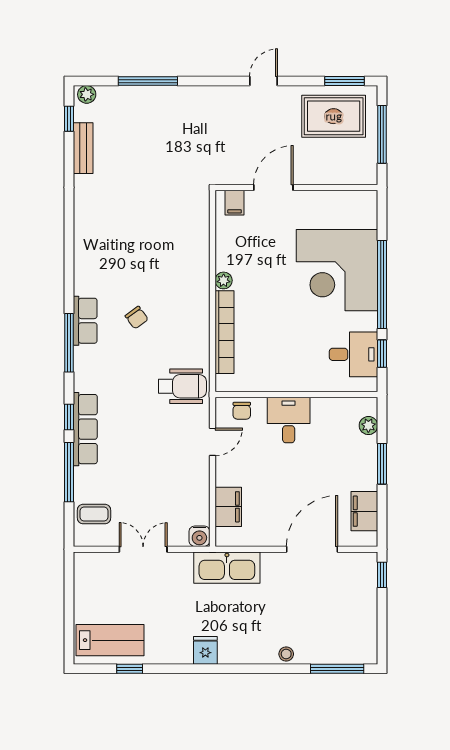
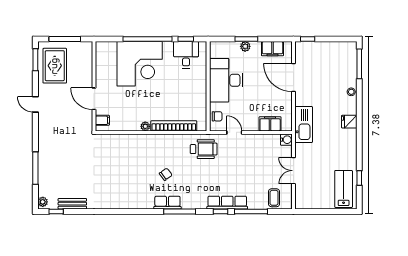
wheelchair: (182, 386) -> (204, 149), turned 90
desk: (289, 420) -> (226, 80), width x1.87, depth x1.30
plant: (368, 426) -> (245, 46), moved
fridge: (205, 650) -> (349, 122), moved

